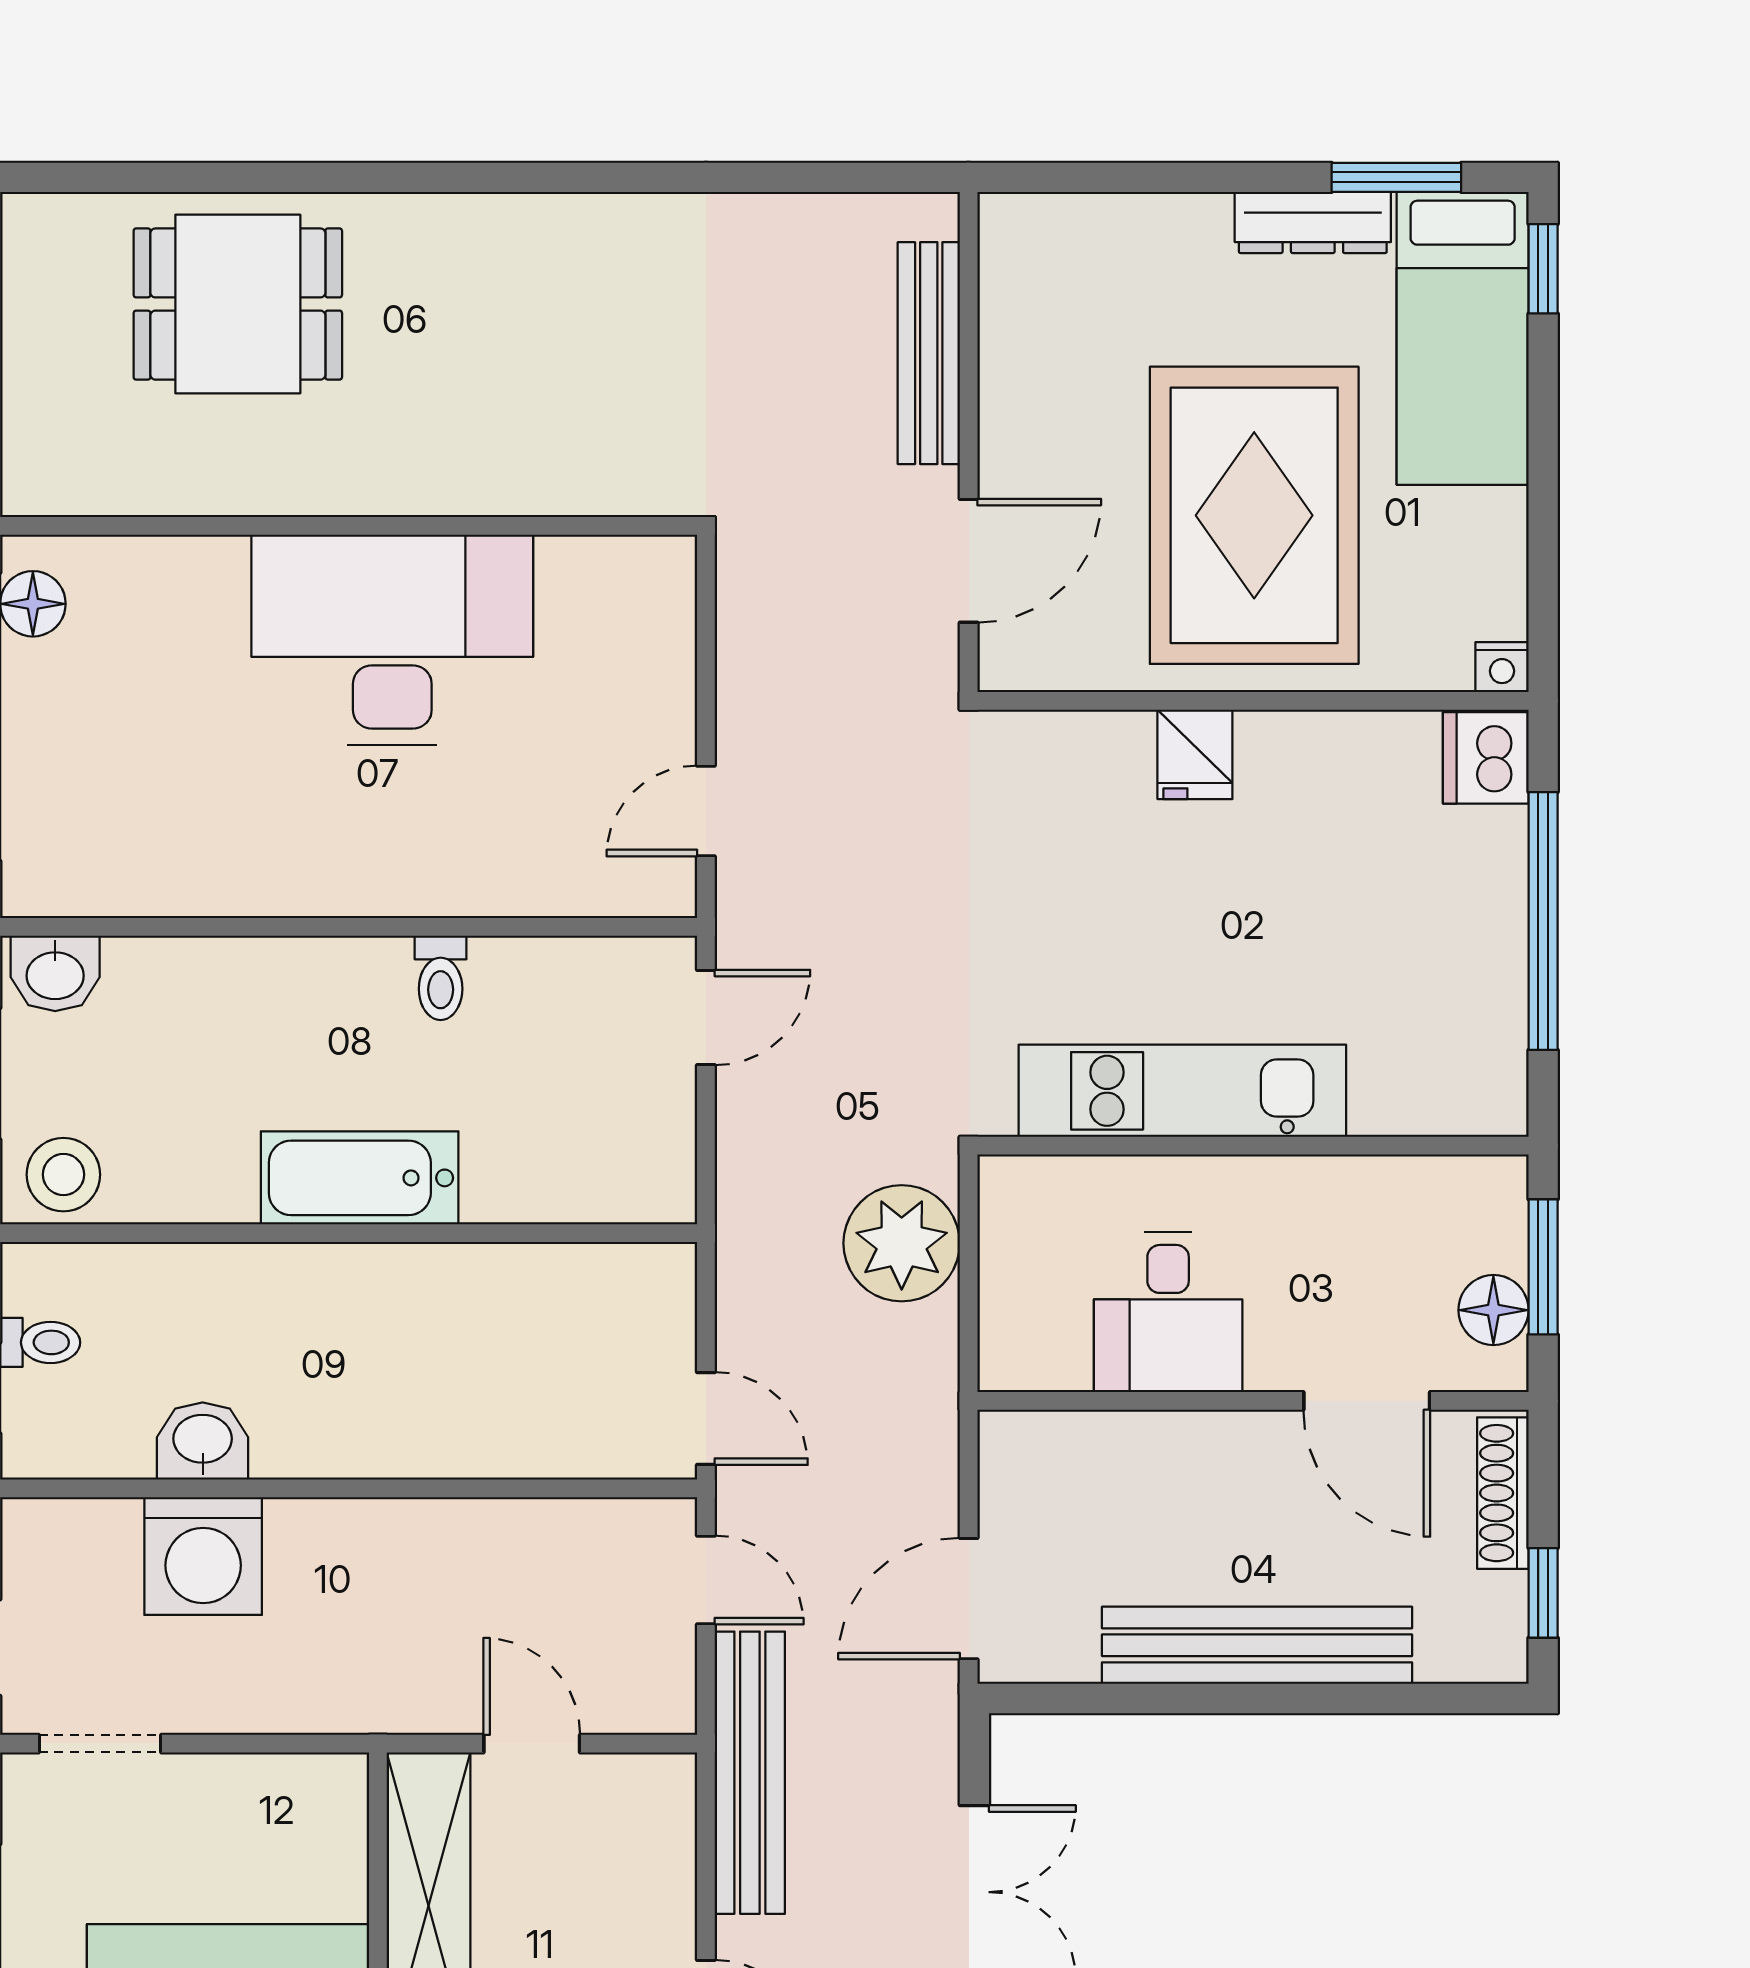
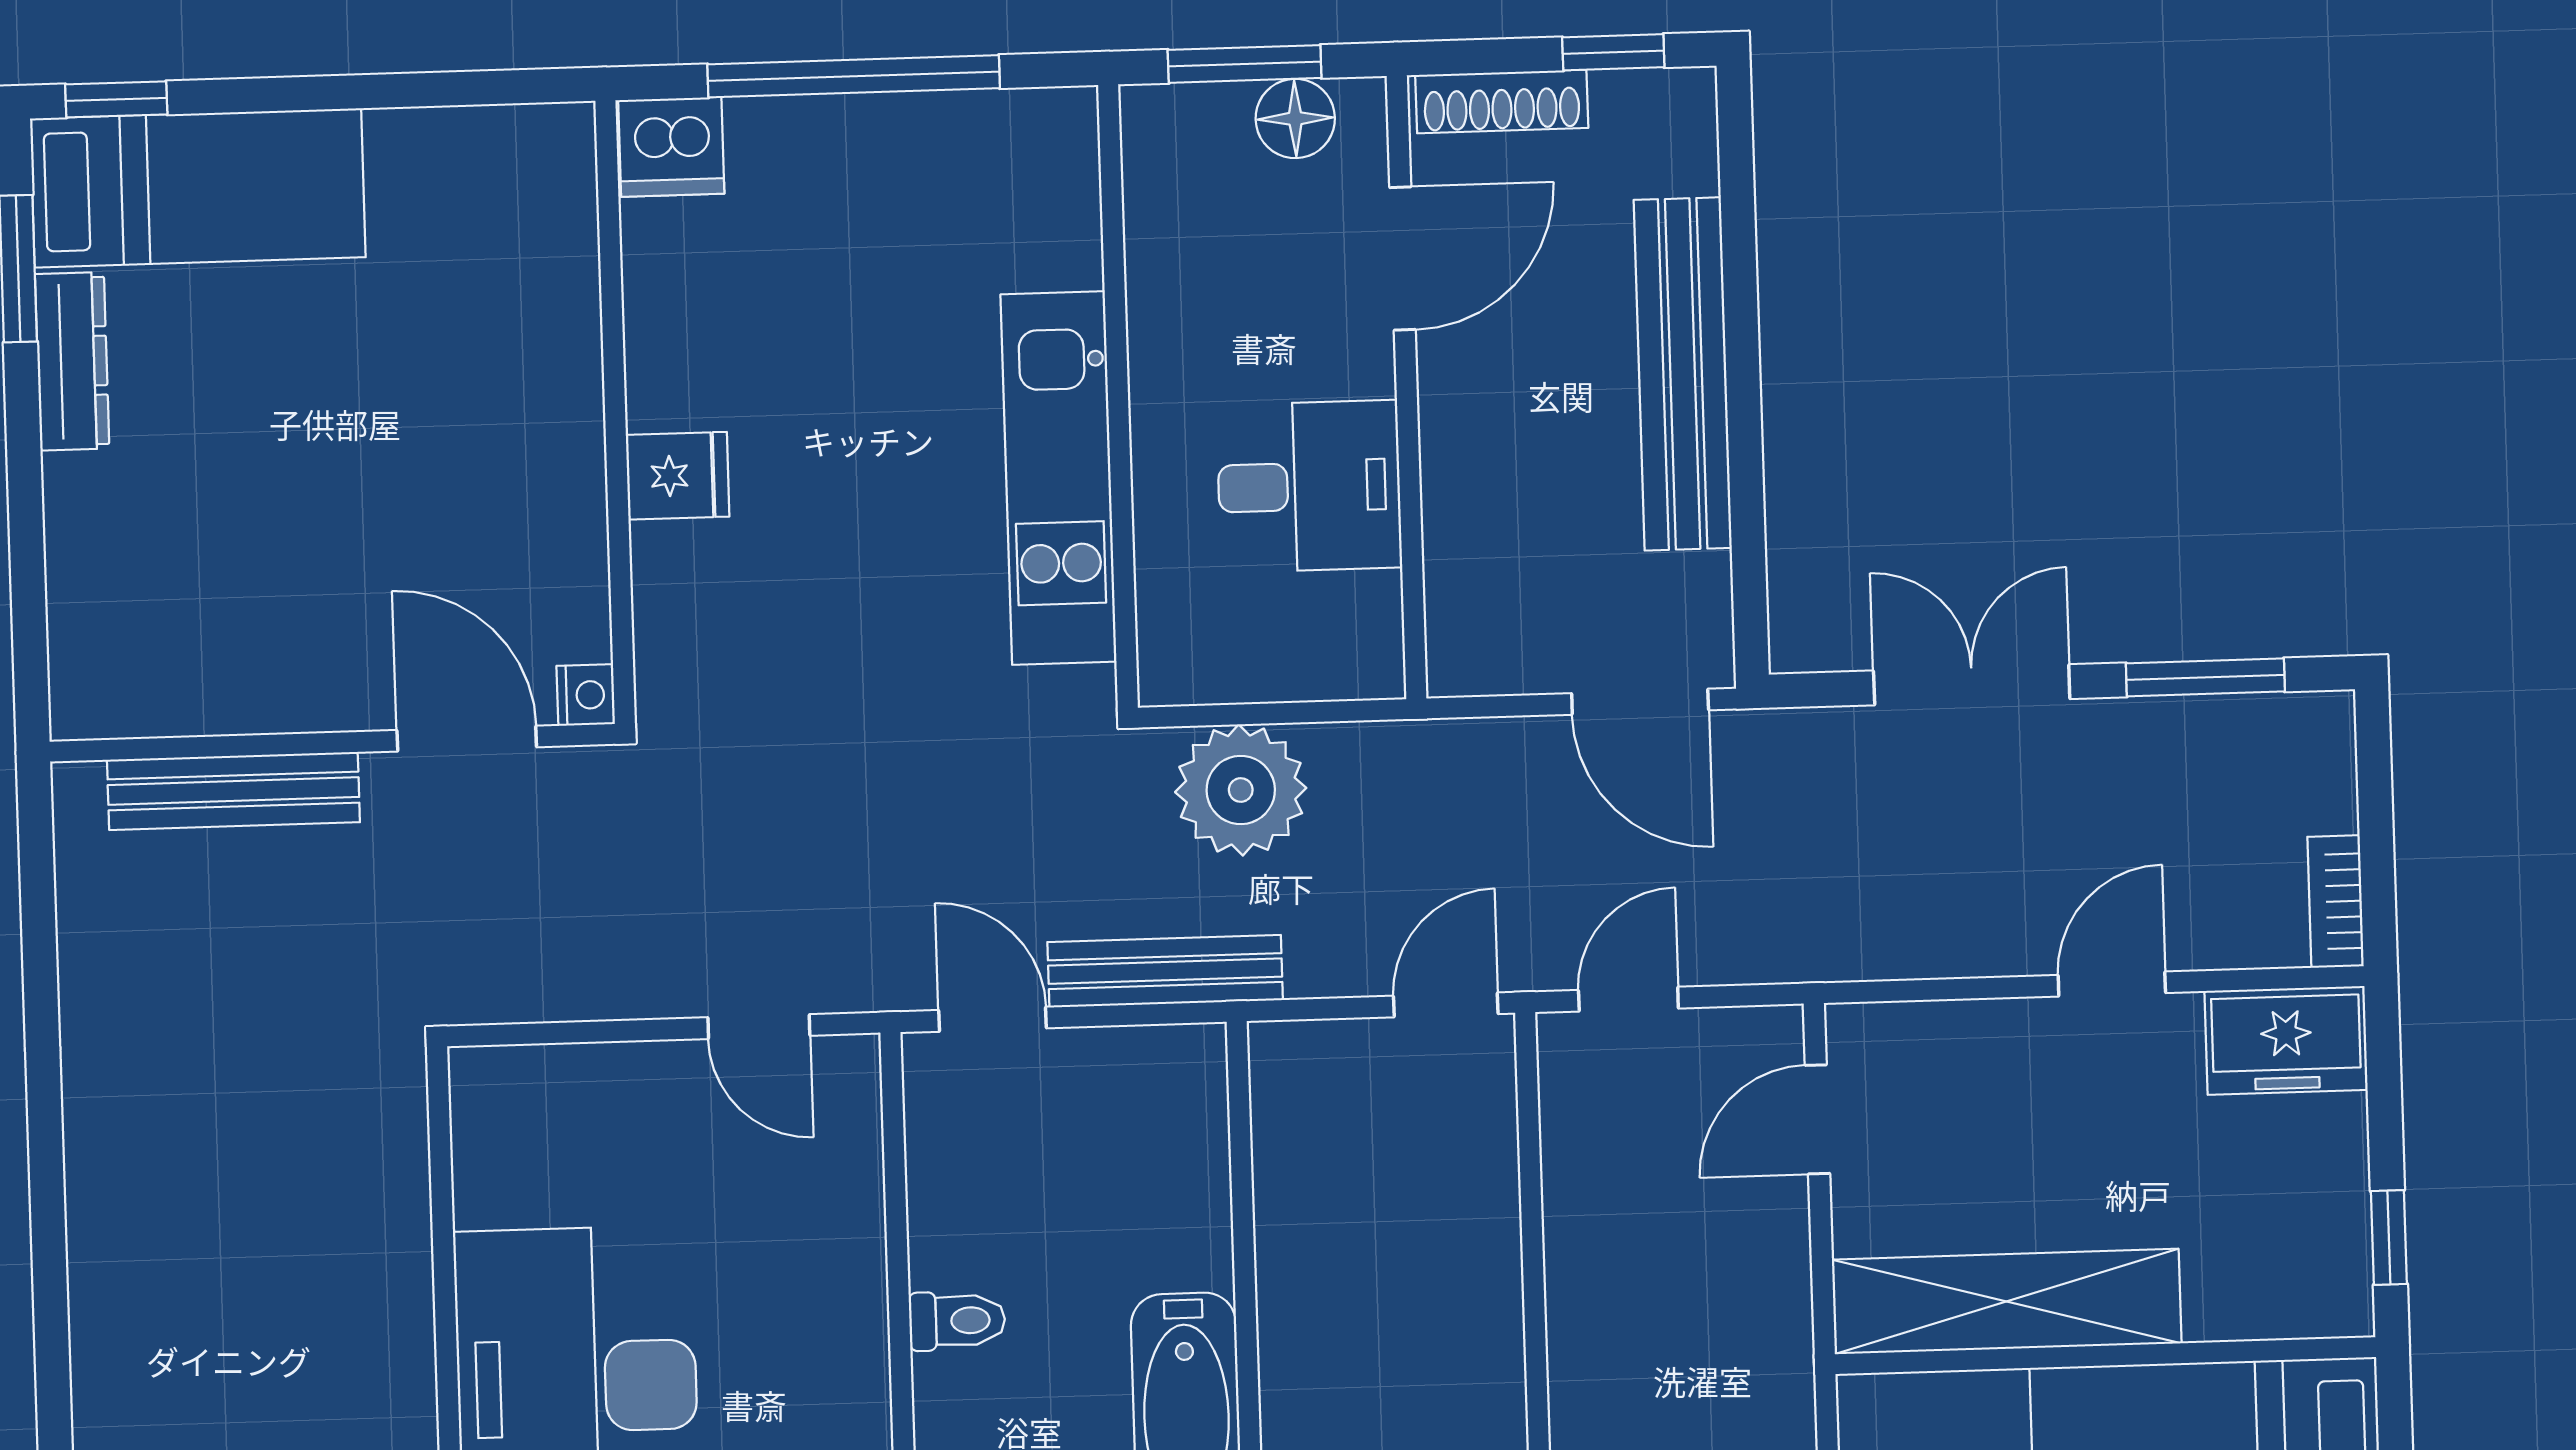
rug: (1254, 515) -> (405, 417), removed
nightstand: (1502, 667) -> (586, 695), moved
door: (532, 1744) -> (1817, 1119), moved
bench: (750, 1773) -> (1165, 971), moved, width x0.73, depth x0.82

